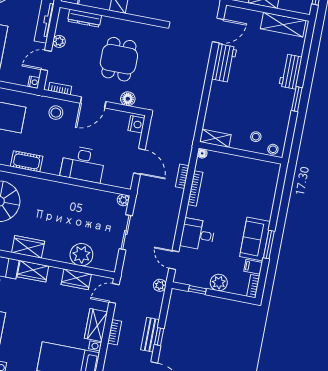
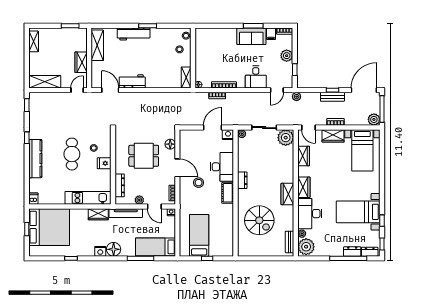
workbench: (290, 71) -> (134, 34), width x1.38
stool: (56, 113) -> (199, 183), moved
nightstand: (136, 124) -> (228, 135), moved
cot: (27, 161) -> (228, 193), moved
dresser: (59, 188) -> (242, 180), added
plant: (81, 255) -> (286, 138), moved

